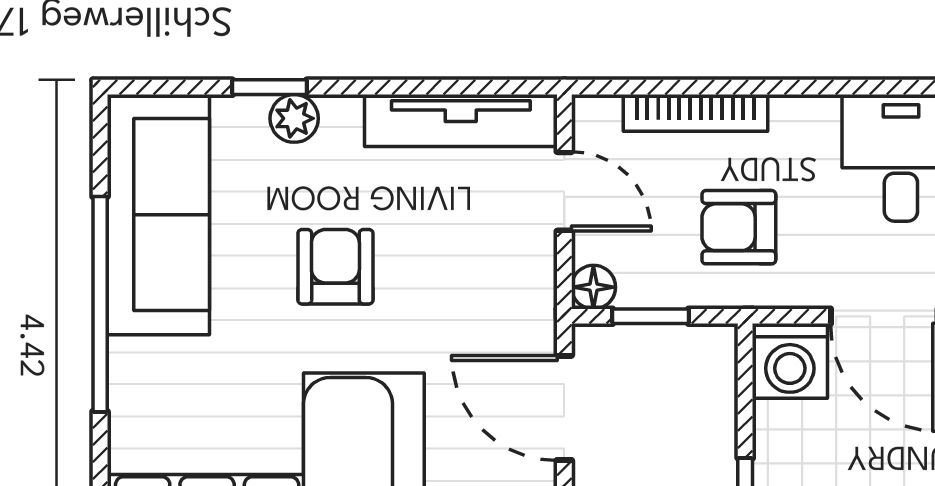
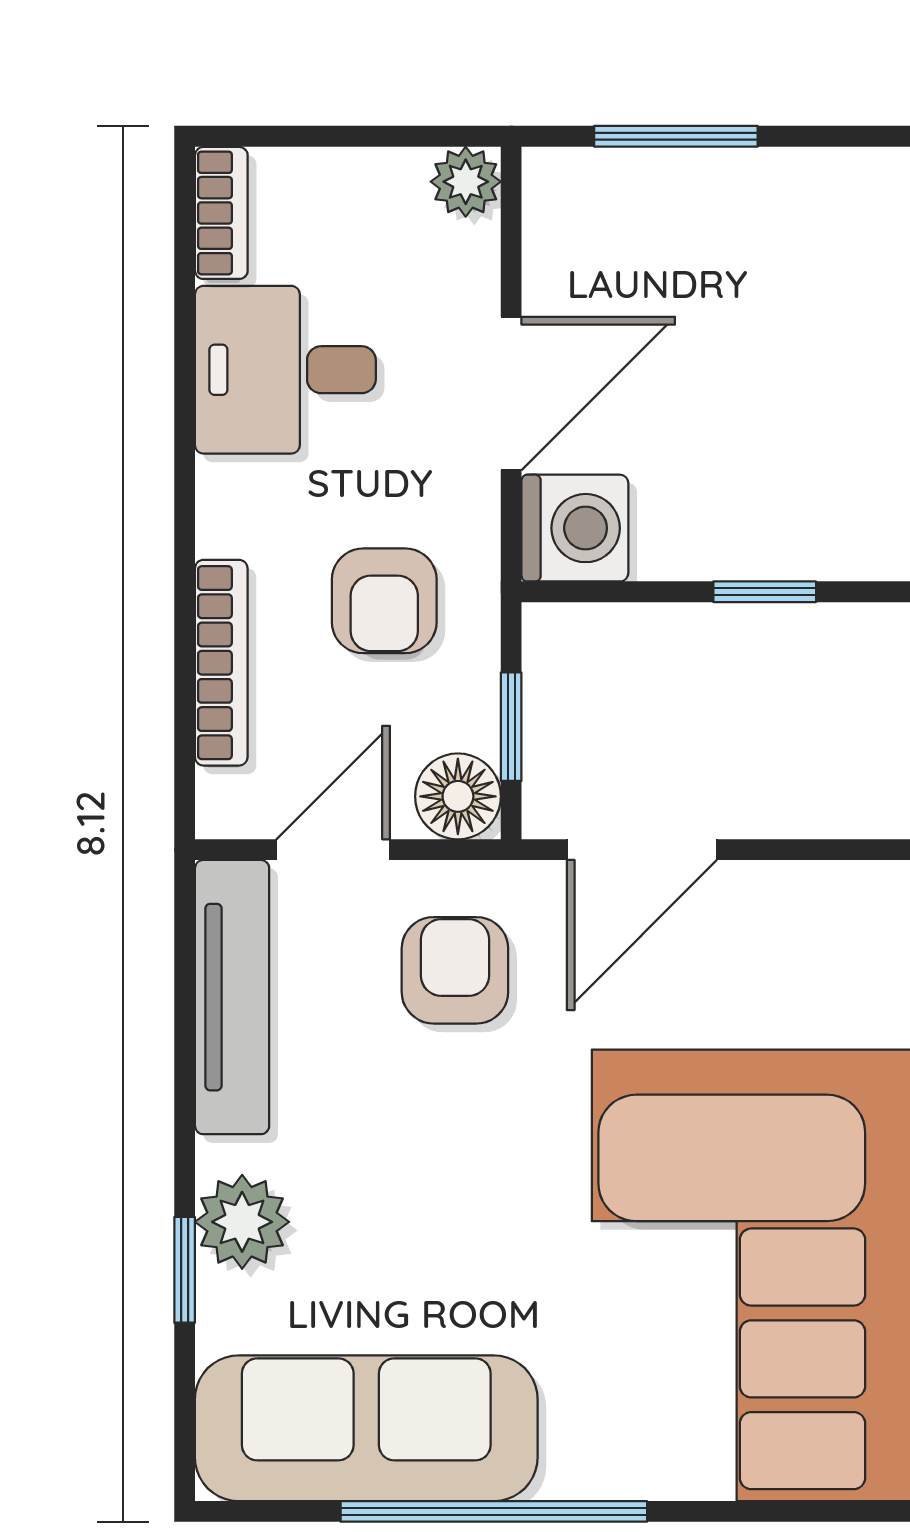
plant: (294, 118) -> (242, 1222), width x1.38, depth x1.38
armchair: (335, 267) -> (455, 970), moved, turned 90
floor lamp: (593, 287) -> (458, 796), width x1.37, depth x1.37

